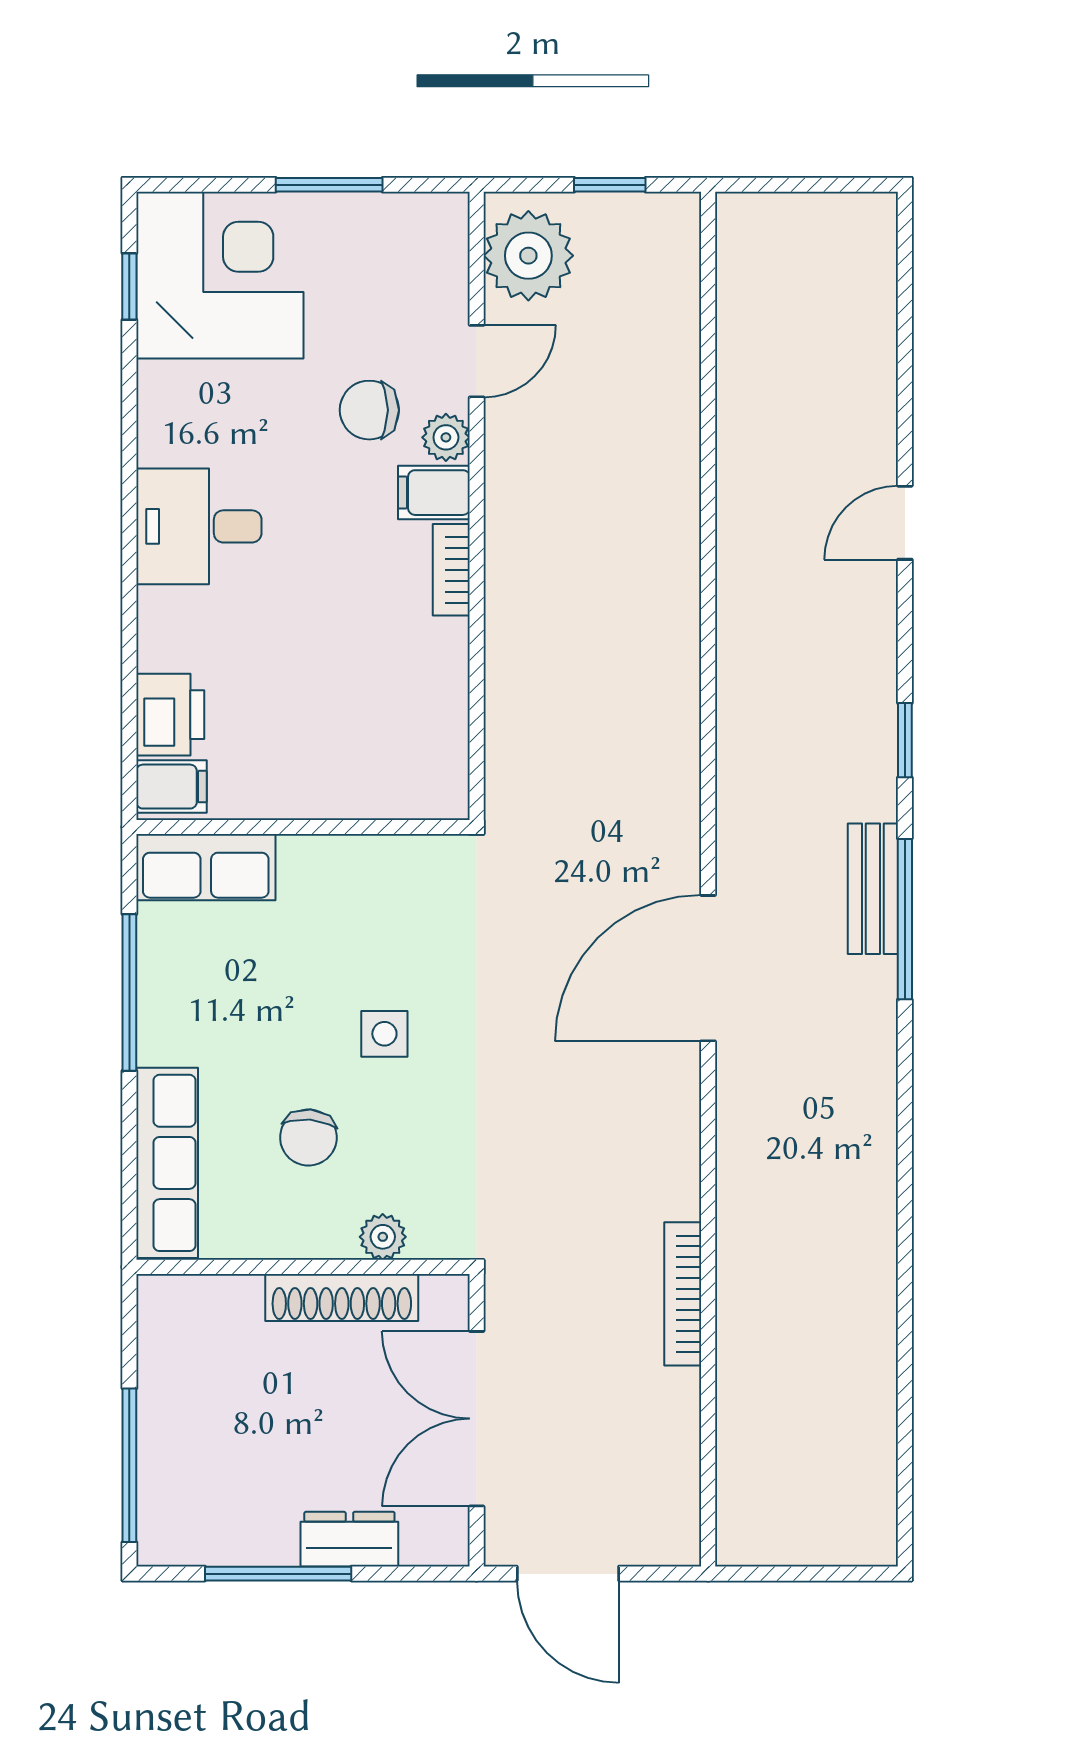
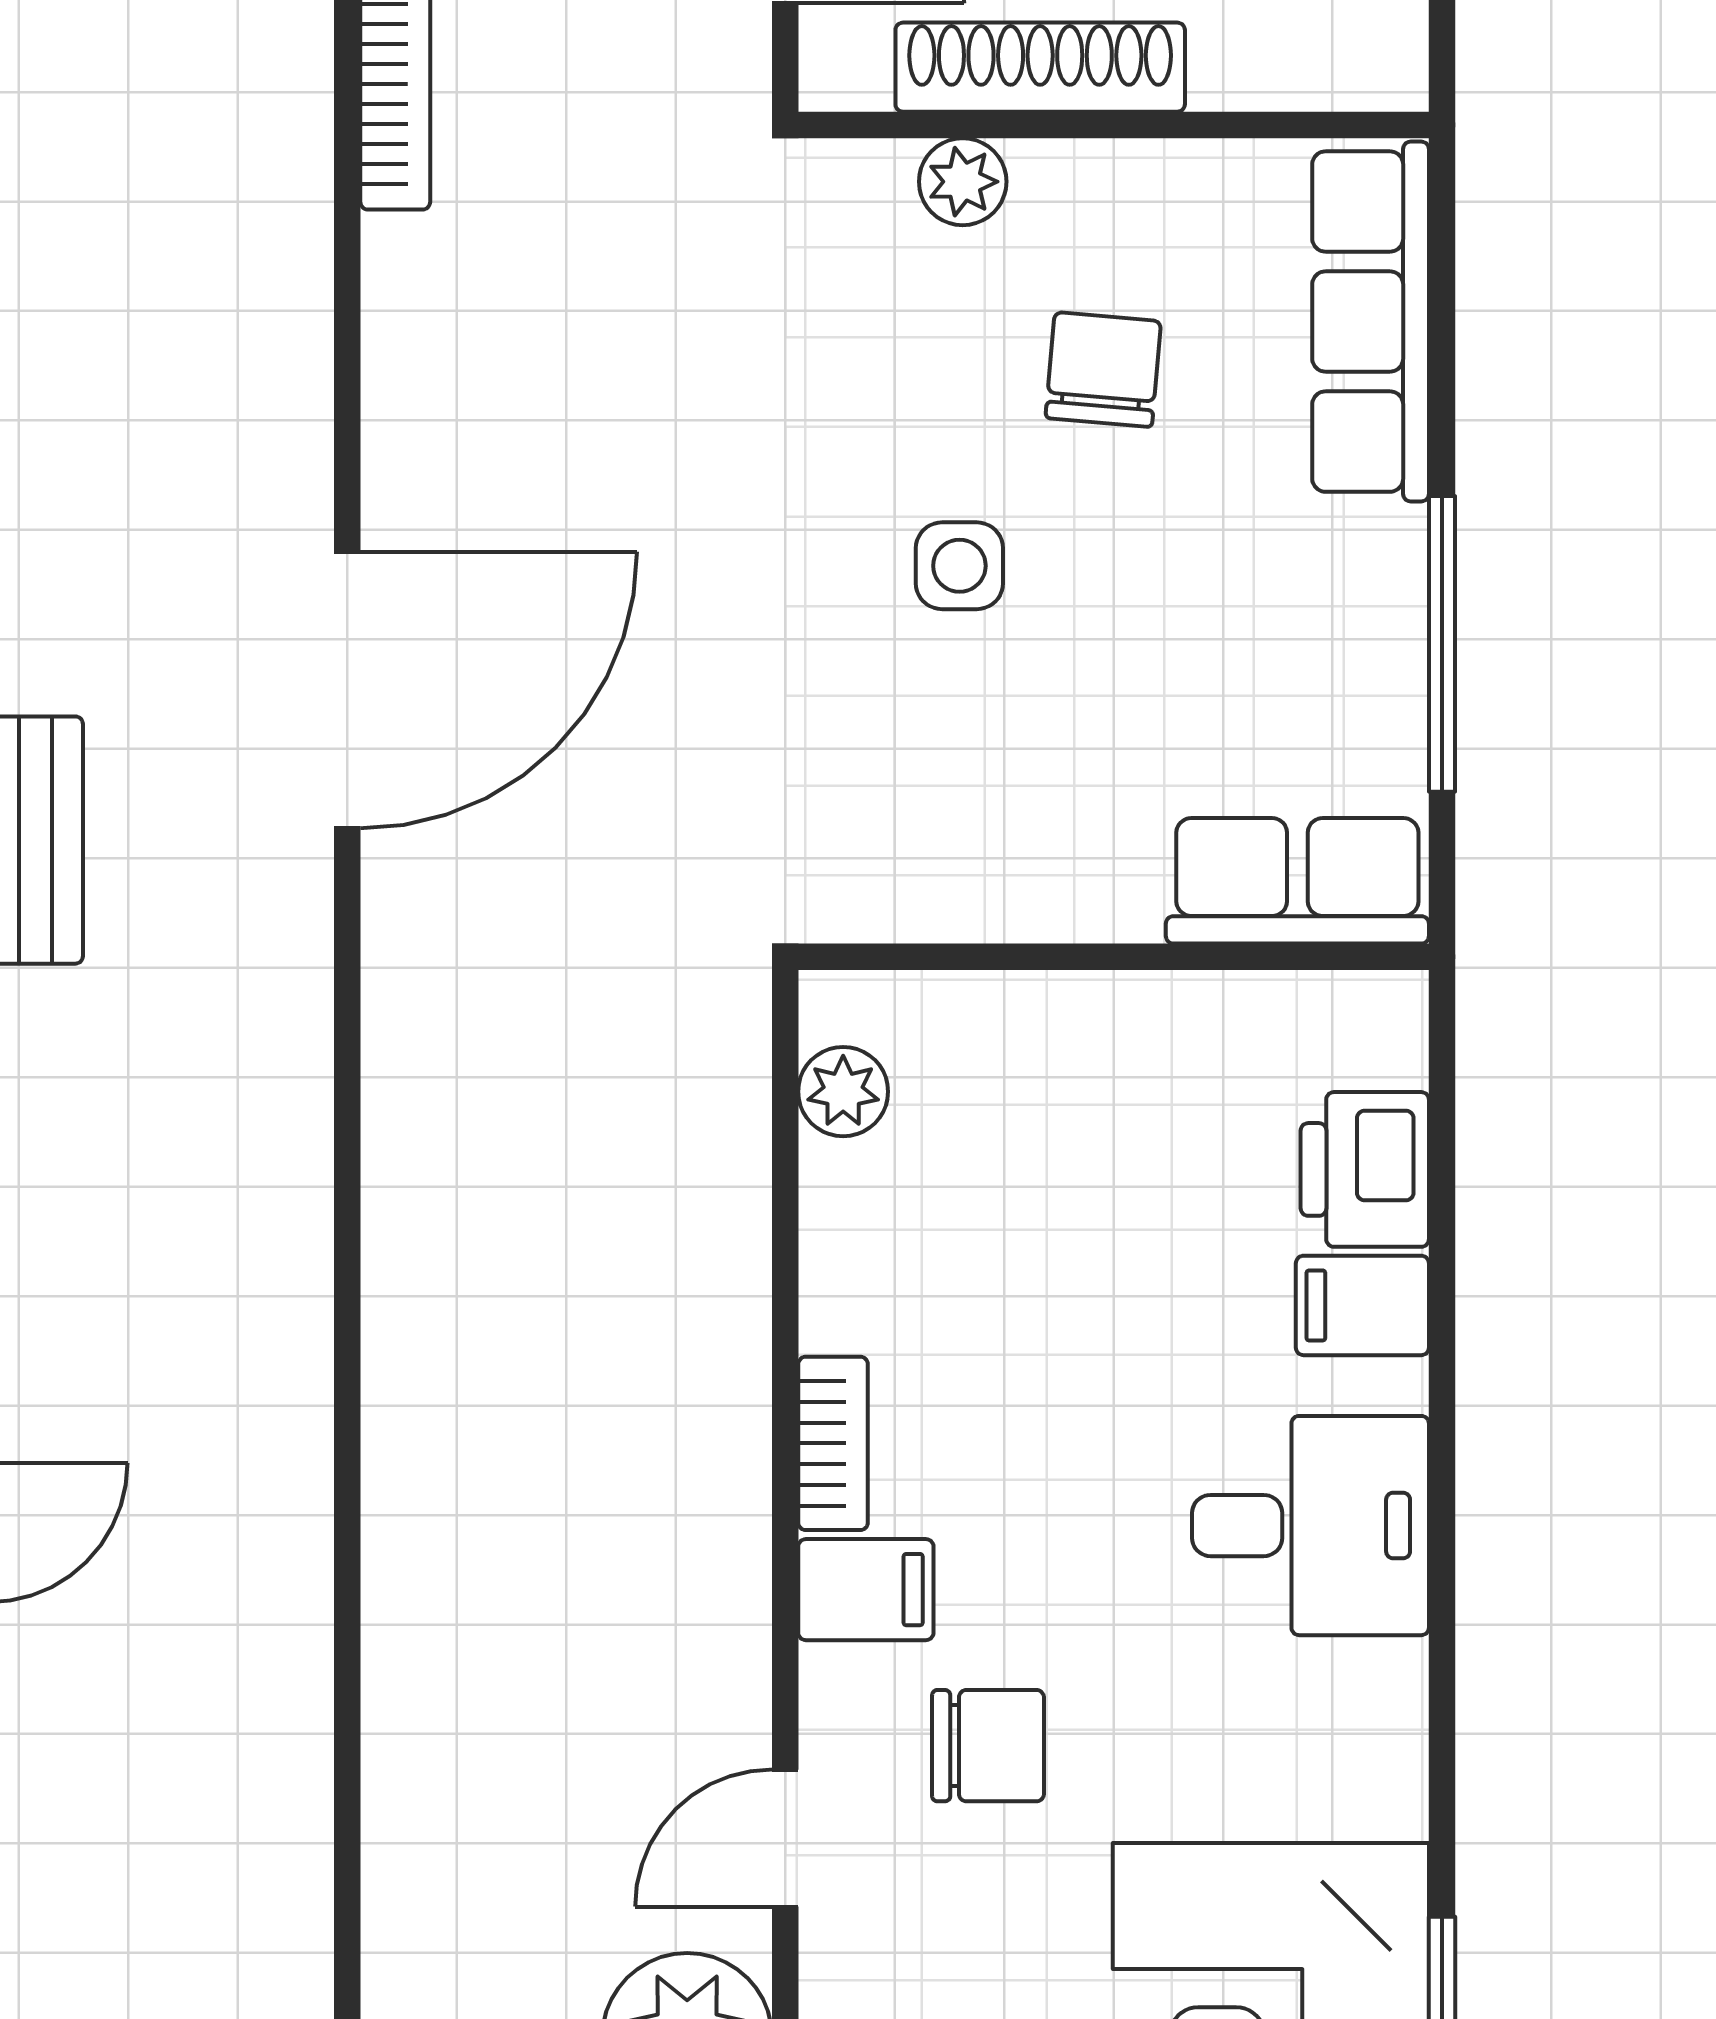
plant: (446, 437) -> (843, 1092), moved
filing cabinet: (171, 787) -> (1362, 1305), moved

